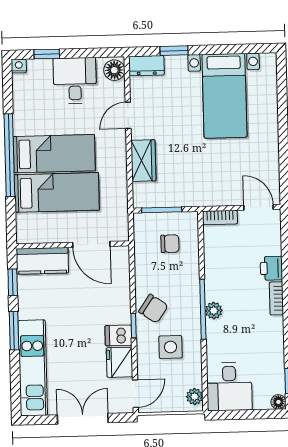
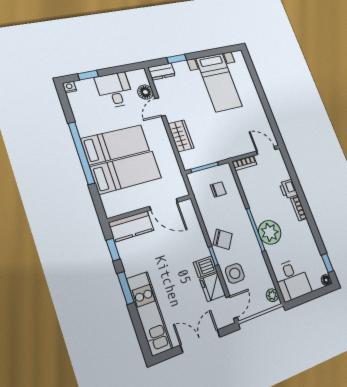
floor lamp: (114, 70) -> (145, 92), moved
plant: (214, 311) -> (270, 232), width x1.88, depth x1.88
side table: (170, 347) -> (235, 273), moved

